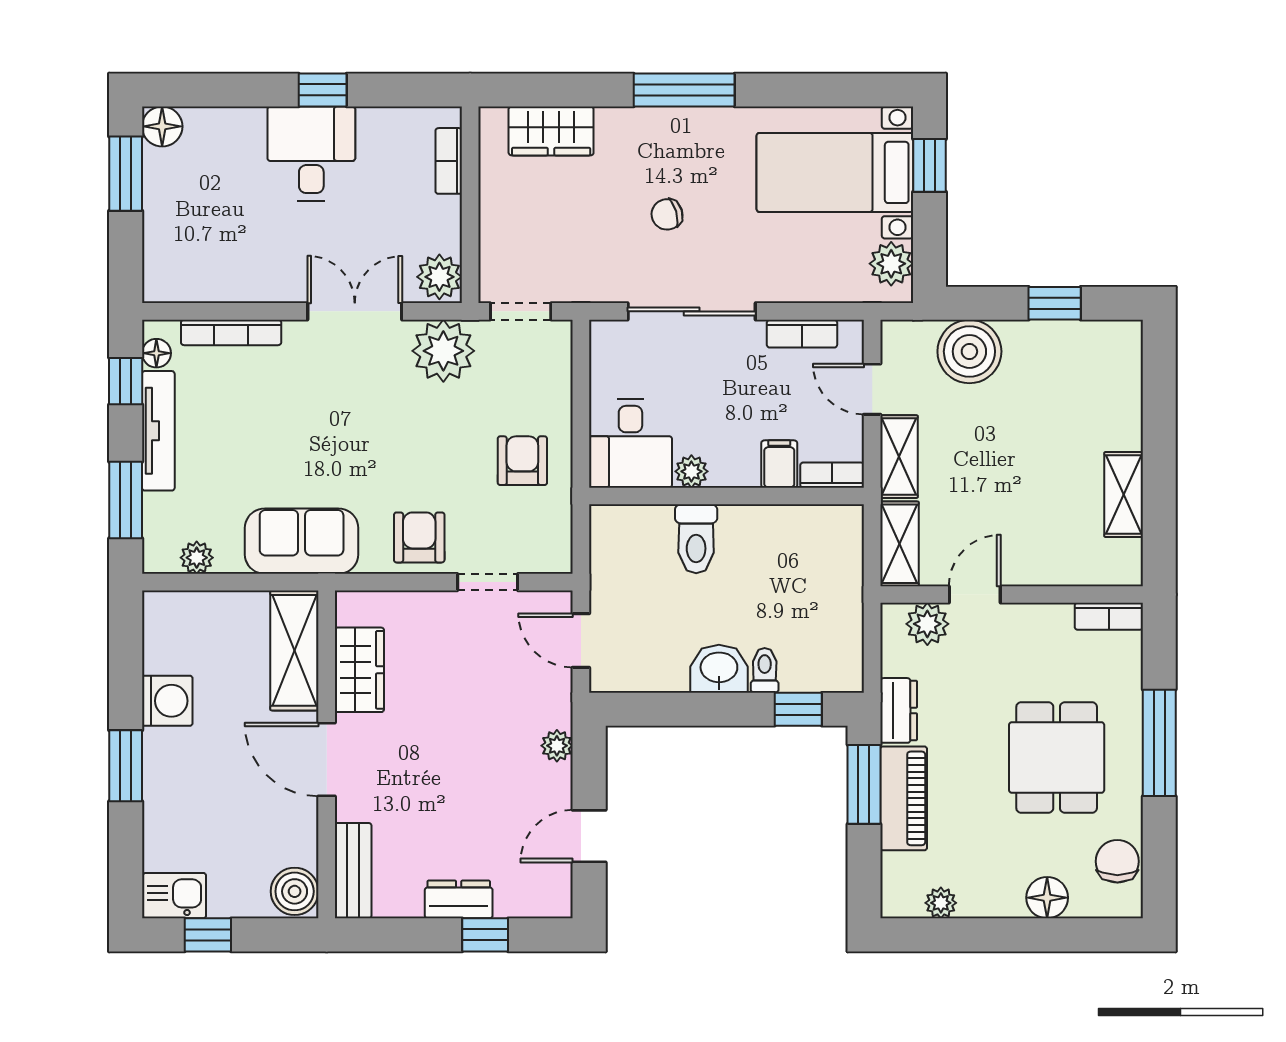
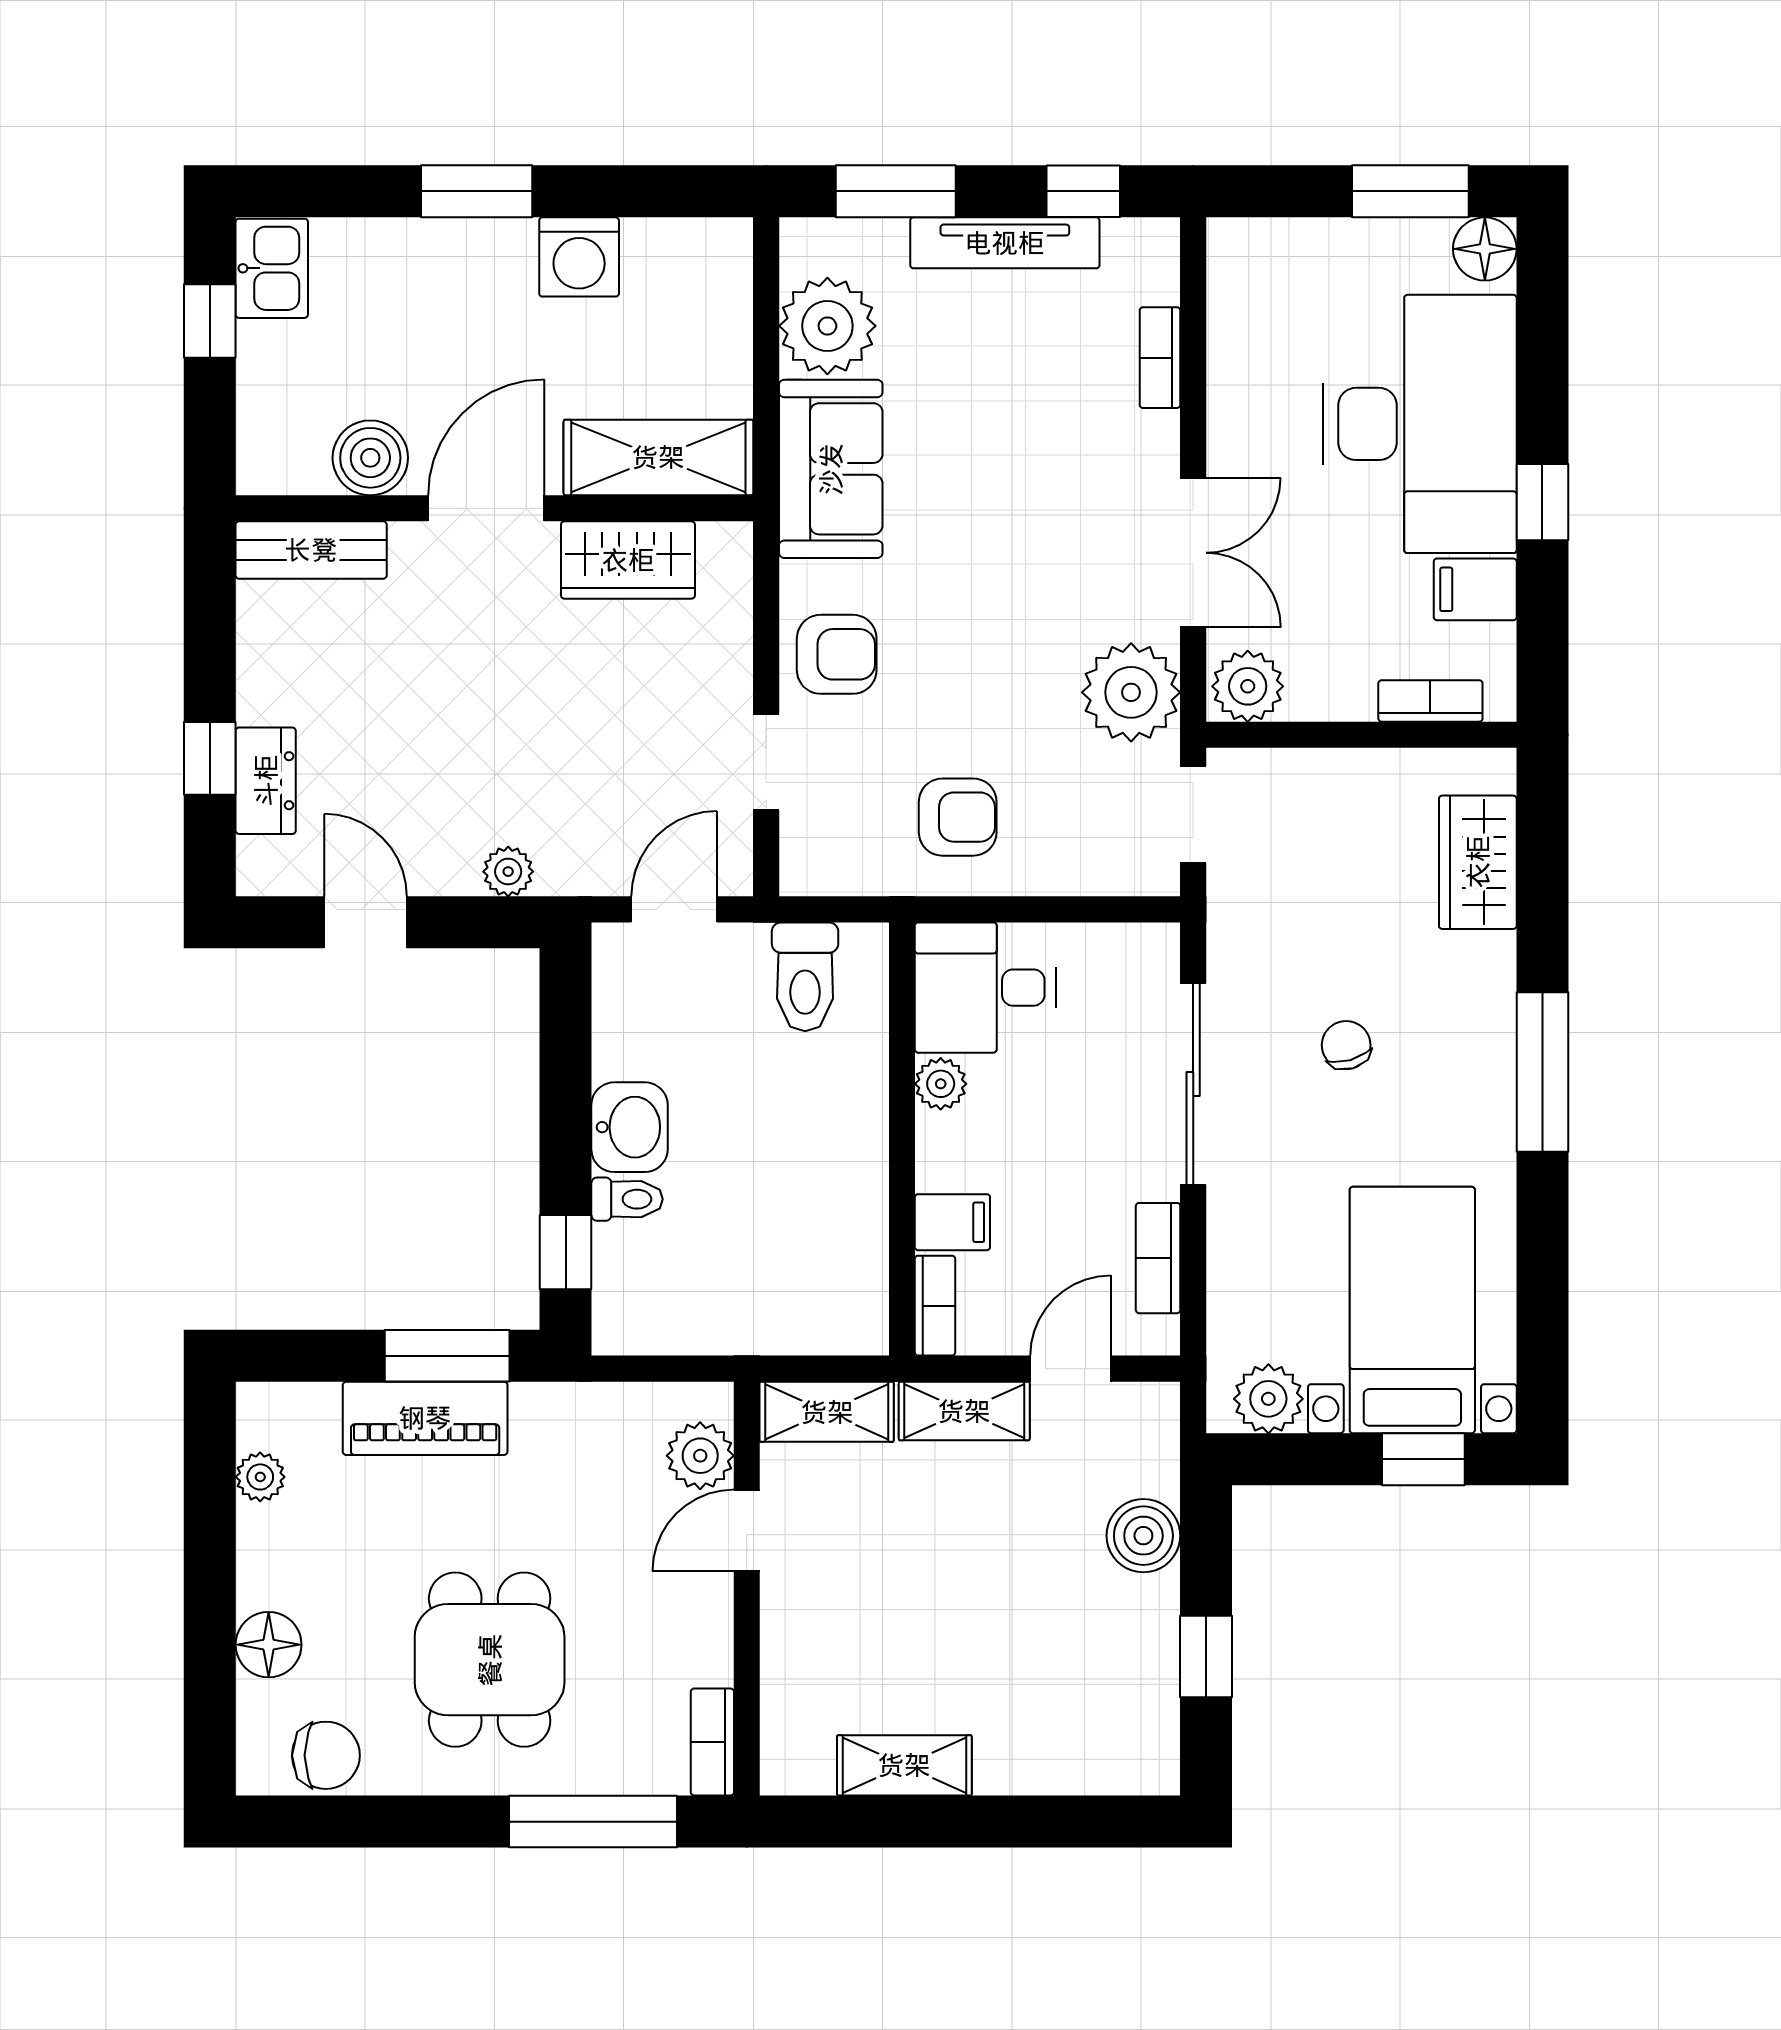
filing cabinet: (378, 133) -> (1475, 589), added
desk: (311, 154) -> (1420, 424), width x1.87, depth x1.30
bookcase: (231, 332) -> (1160, 358), width x0.64
boiler: (969, 351) -> (1143, 1536), width x0.73, depth x0.73
floor lamp: (156, 353) -> (1127, 240), removed
toilet: (696, 539) -> (805, 977), moved, turned -90
plant: (197, 558) -> (827, 326), width x1.87, depth x1.87
door: (975, 594) -> (747, 1530), swing flipped
dresser: (899, 710) -> (564, 1410), removed
window: (1159, 743) -> (593, 1822), moved
dining table: (1057, 758) -> (490, 1660), turned 90
boiler: (295, 891) -> (370, 458), moved
dresser: (459, 899) -> (266, 781), moved

